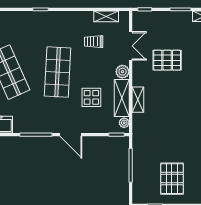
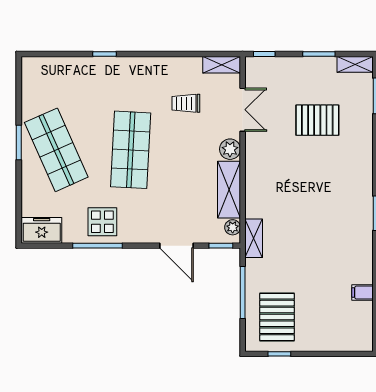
shelving: (106, 16) -> (222, 65), moved
pallet: (167, 60) -> (317, 120), moved
display table: (91, 97) -> (102, 222), moved
shelving: (138, 100) -> (254, 238), moved
door: (71, 135) -> (176, 246), moved
pallet: (172, 179) -> (277, 317), moved

